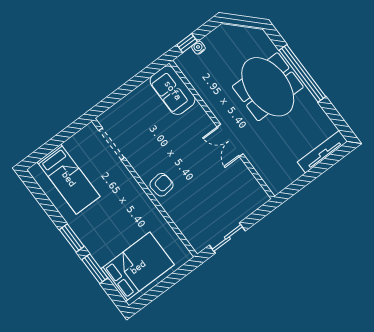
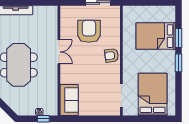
bed: (69, 179) -> (153, 94), width x1.50
armchair: (212, 194) -> (89, 31), added
bed: (138, 267) -> (156, 36), moved

